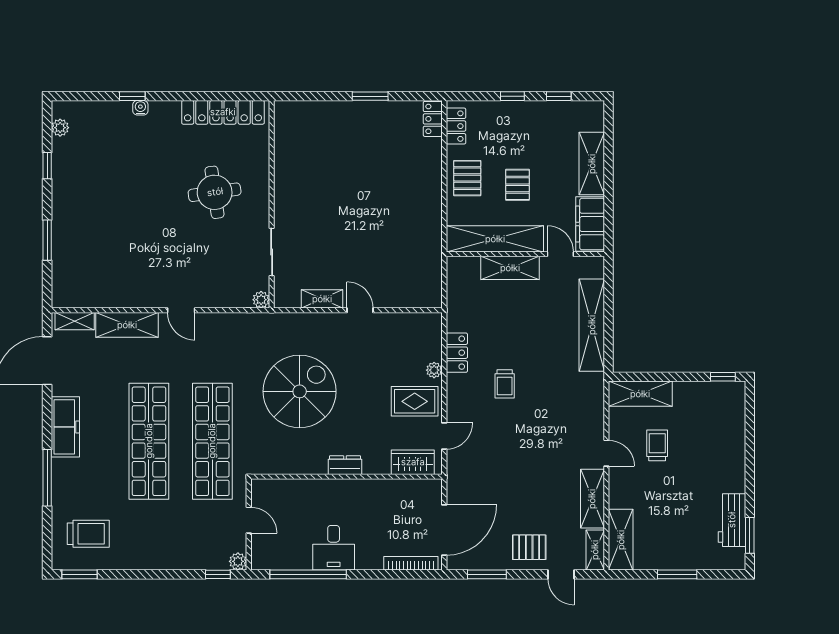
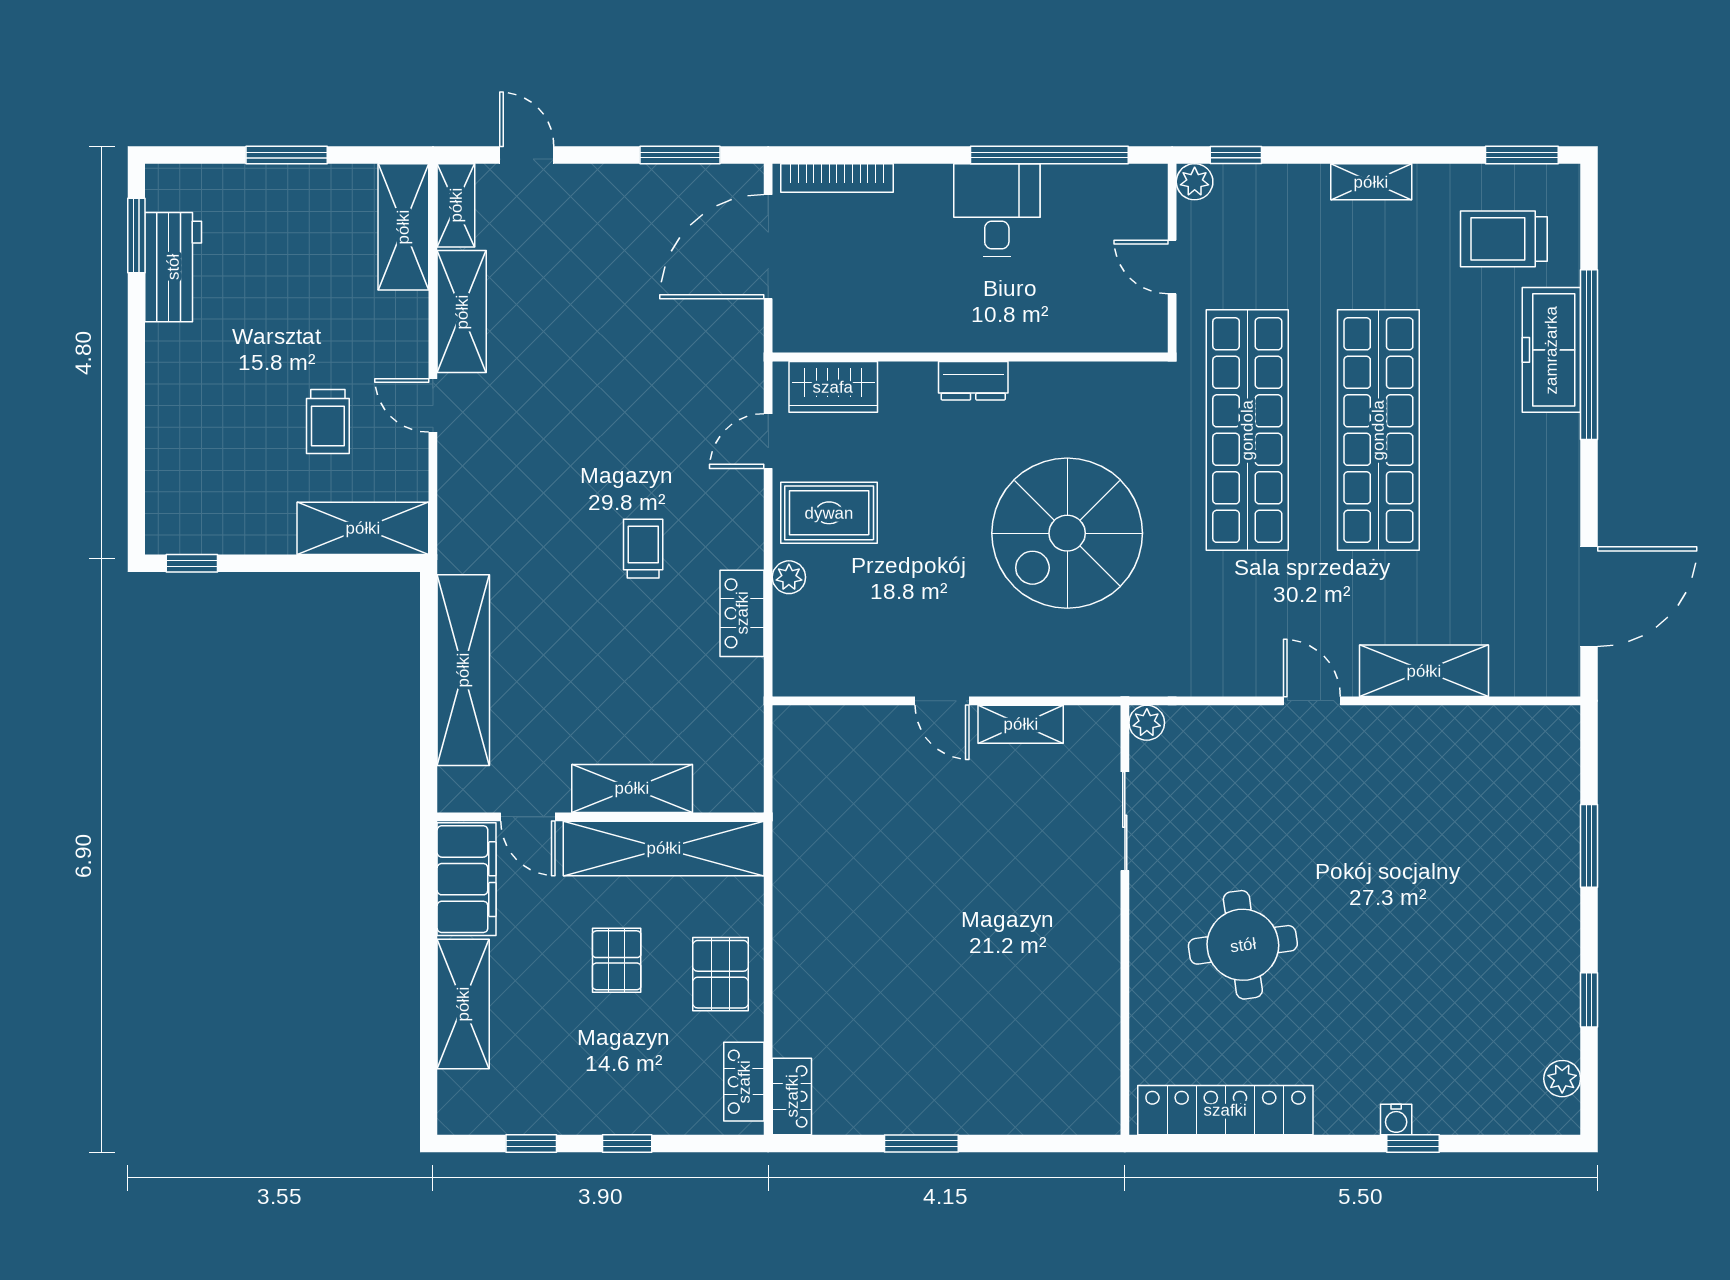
shelving: (75, 321) -> (1371, 182), moved
freezer: (65, 427) -> (1551, 350), moved
window: (47, 478) -> (1589, 355), width x1.46
pallet: (529, 547) -> (593, 211), removed

